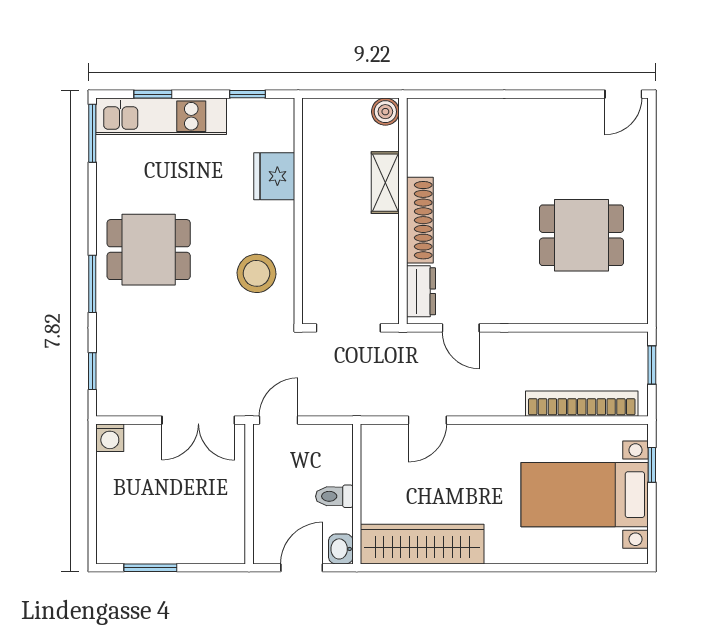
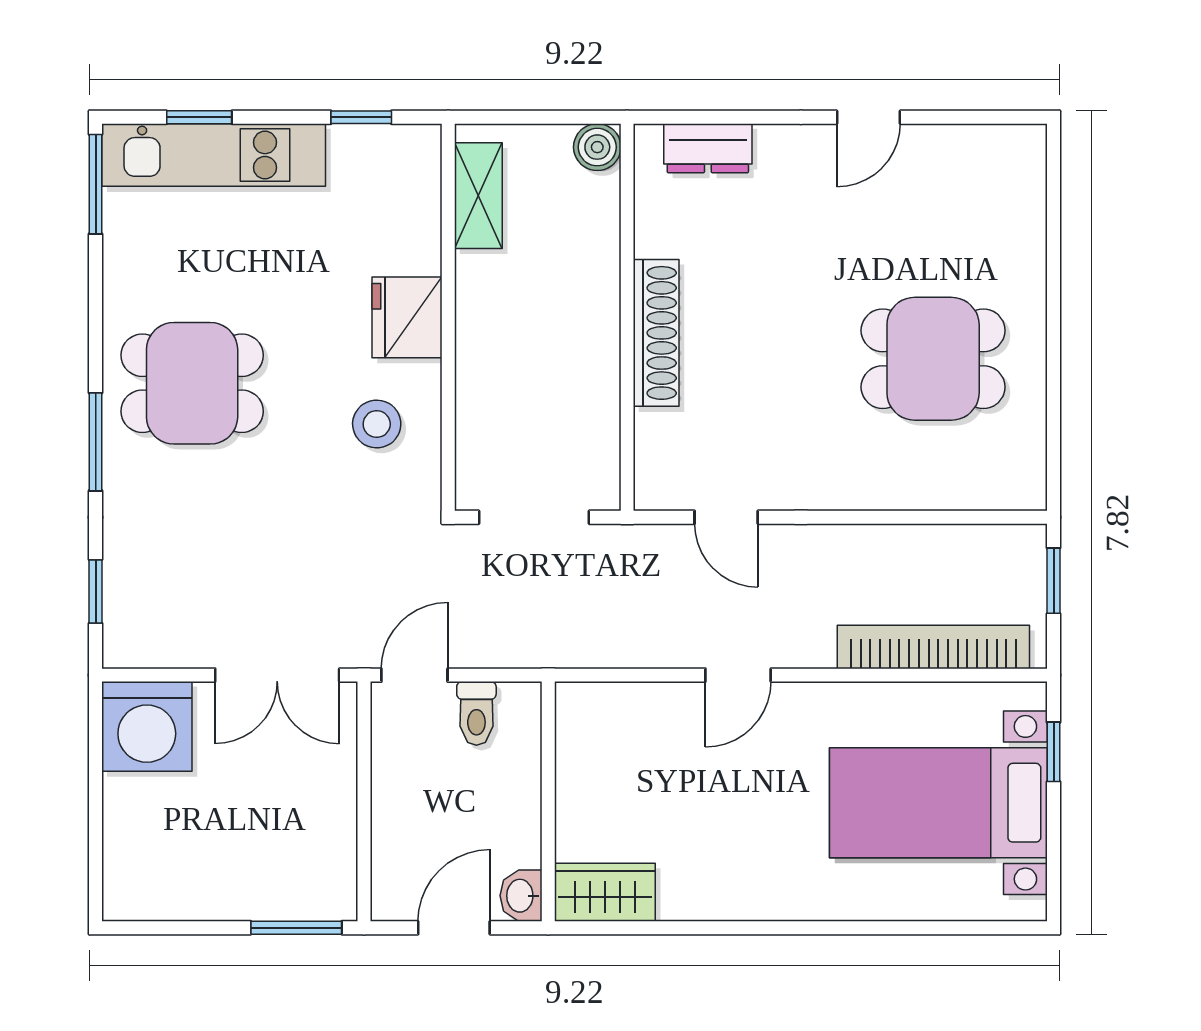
door: (623, 94) -> (868, 117), moved
fridge: (274, 176) -> (407, 317), moved
shelving: (385, 183) -> (478, 196), moved
stool: (256, 273) -> (377, 424), width x0.73, depth x0.73
dresser: (421, 291) -> (708, 148), moved, turned 90
door: (427, 420) -> (738, 675), moved
washing machine: (110, 438) -> (147, 726), width x1.89, depth x1.89
toilet: (334, 496) -> (476, 713), moved, turned -90
wardrobe: (422, 544) -> (605, 892), width x0.48, depth x0.85
window: (150, 568) -> (296, 928), moved

